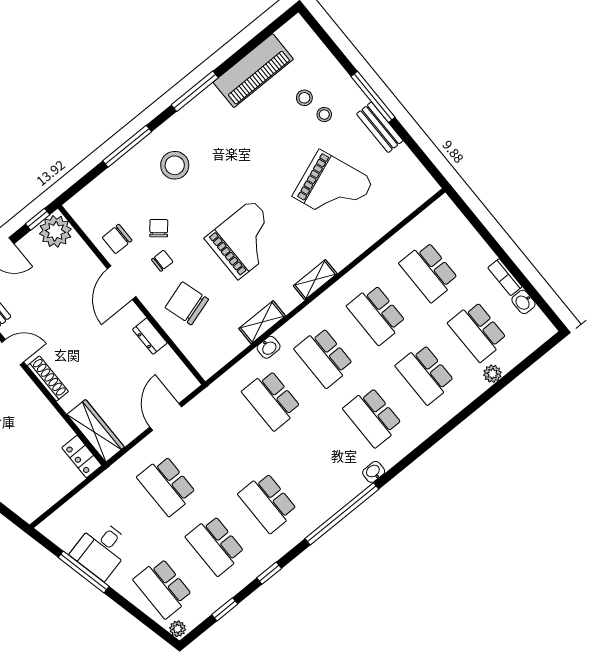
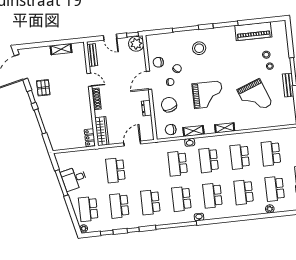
chair: (219, 347) -> (171, 130), added
school desk: (320, 460) -> (181, 199), added

